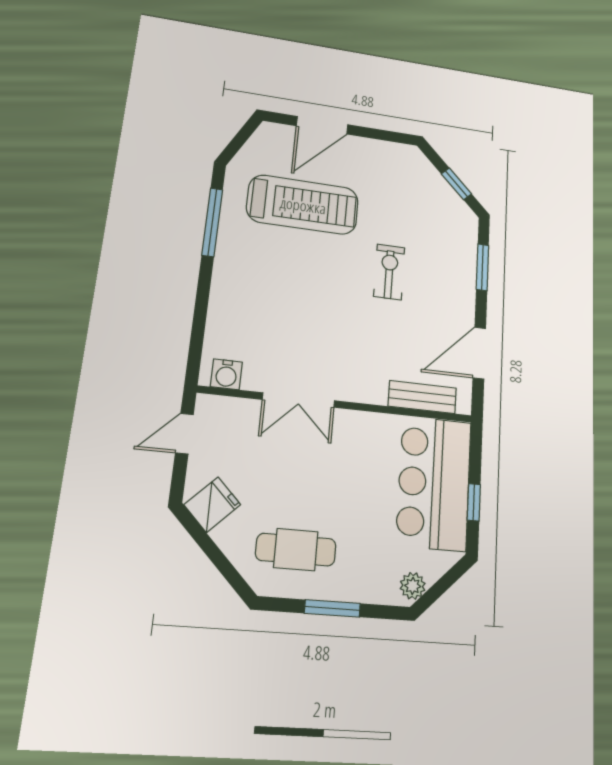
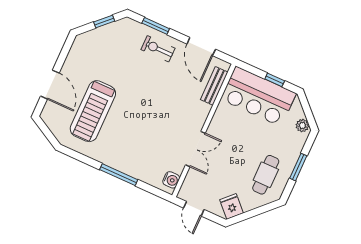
treadmill: (303, 205) -> (93, 111), turned 180
window: (212, 222) -> (119, 175), moved
exercise bike: (389, 272) -> (158, 49), moved

